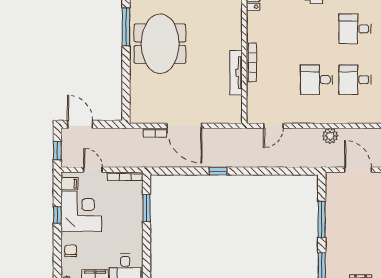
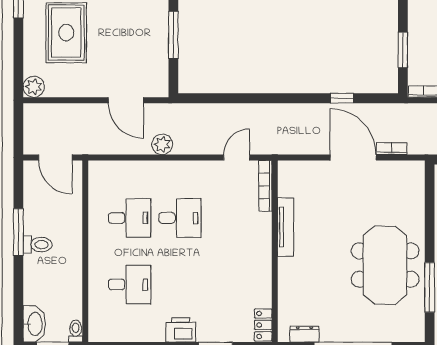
bookcase: (251, 62) -> (265, 186), moved
window: (218, 171) -> (342, 98), moved

